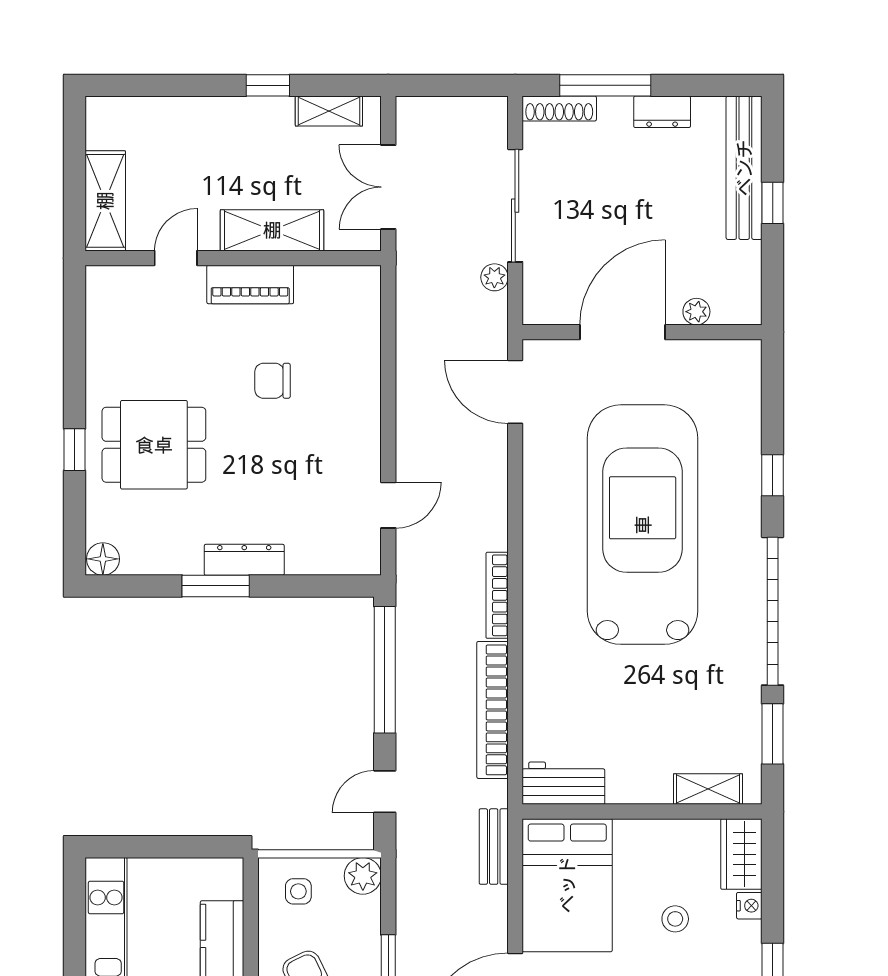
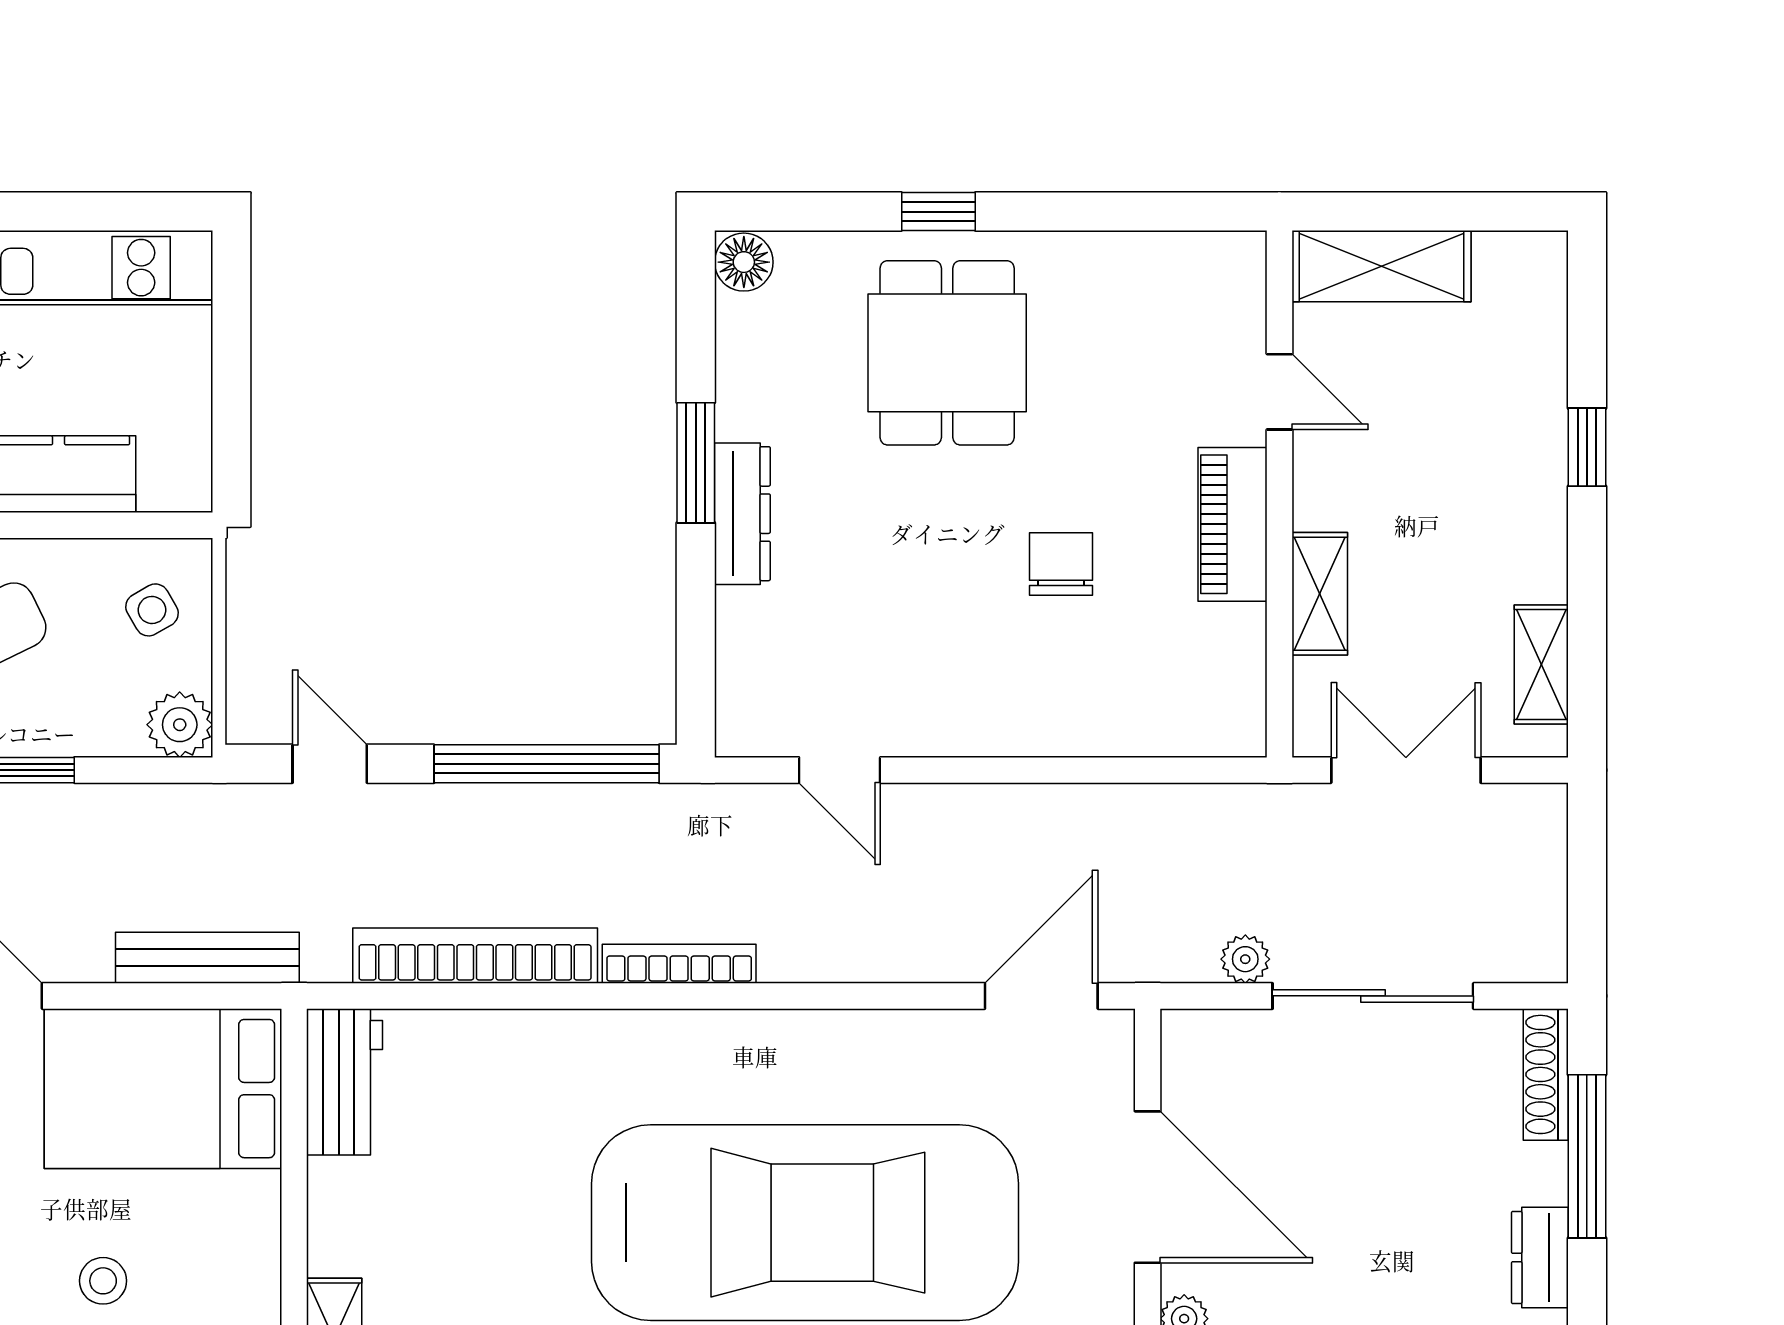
window: (268, 85) -> (1587, 447), moved
shelving: (272, 230) -> (1320, 594), width x0.67, depth x0.75
bench: (494, 847) -> (207, 958), width x1.36
side table: (298, 891) -> (152, 610), turned -30

